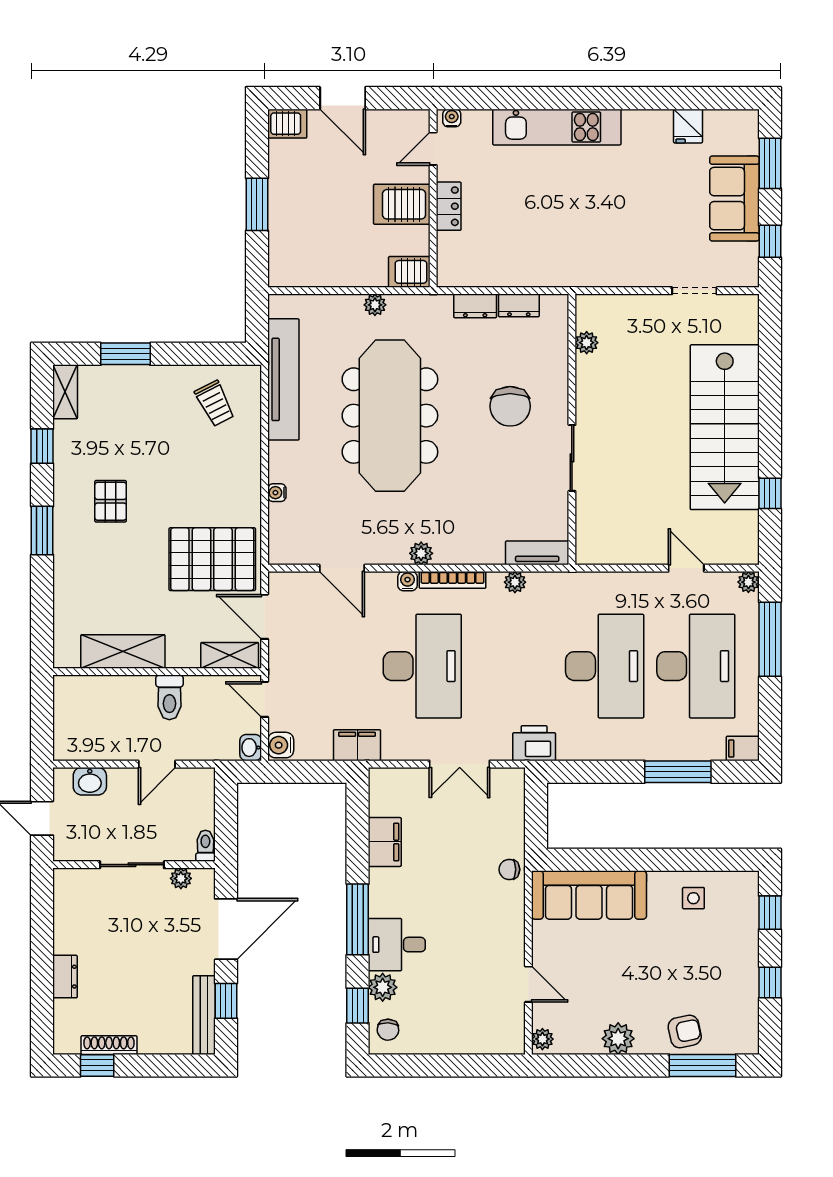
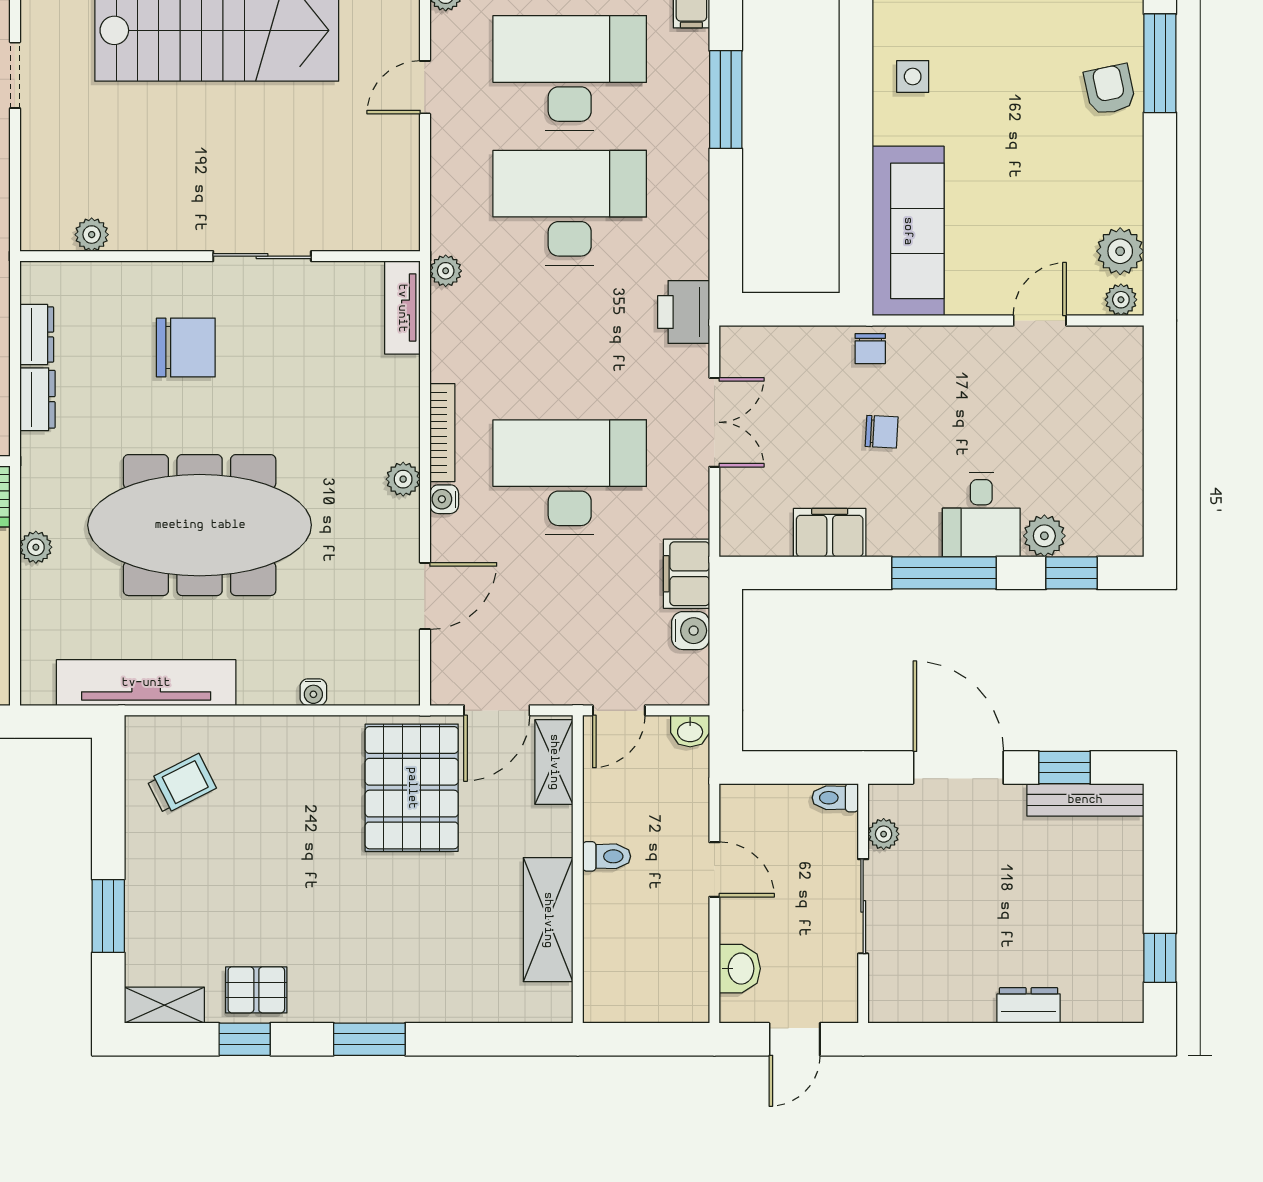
pallet: (111, 501) -> (256, 990), moved
plant: (515, 582) -> (446, 271), moved
toilet: (169, 697) -> (607, 856), width x0.73, depth x0.72
water cooler: (281, 745) -> (691, 631), moved, turned -90
chair: (388, 1030) -> (882, 432), moved
plant: (618, 1039) -> (1120, 251), moved
shoe rack: (109, 1045) -> (1130, 940), removed

